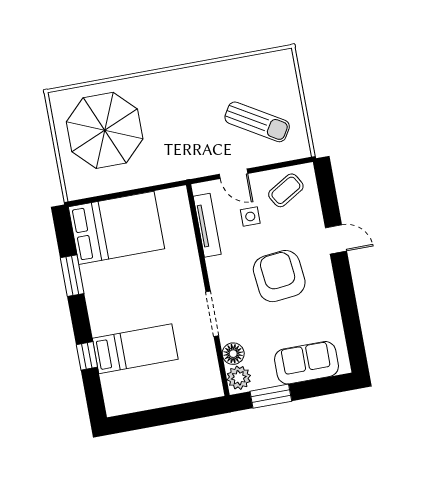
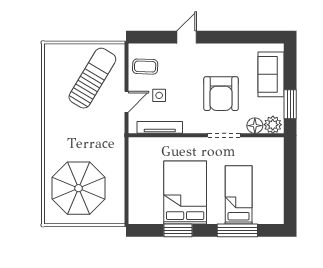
sun lounger: (257, 122) -> (92, 78), width x1.36, depth x1.34
coffee table: (286, 190) -> (145, 67), turned -57
bed: (116, 228) -> (185, 193), moved
armchair: (279, 276) -> (221, 94), moved, turned -84
window: (87, 356) -> (237, 230), width x2.17

